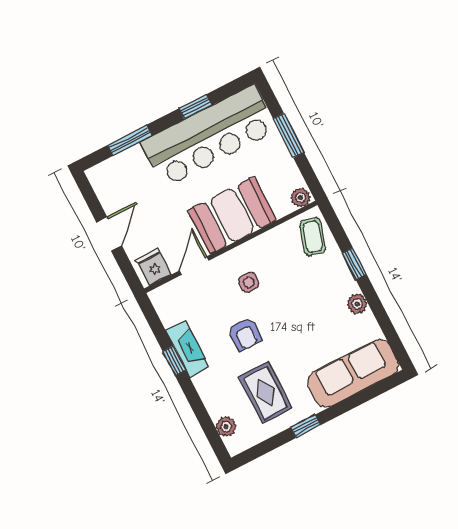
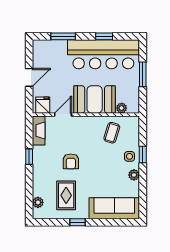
plant: (301, 198) -> (122, 108), moved
coffee table: (313, 237) -> (112, 133), moved
side table: (249, 282) -> (129, 156), moved
fireplace: (188, 349) -> (39, 131), moved

